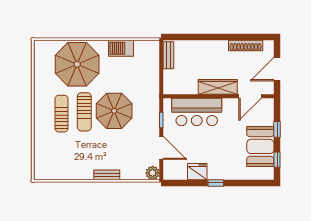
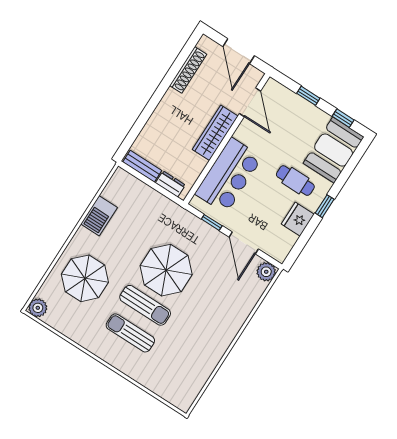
plant: (40, 47) -> (38, 308), added
parasol: (77, 64) -> (85, 278), width x0.73, depth x0.73
dresser: (169, 80) -> (170, 184), added
booth: (260, 146) -> (334, 150), moved, turned 90
door: (161, 148) -> (244, 243), swing flipped
cafe table: (220, 155) -> (295, 181), added
bench: (107, 175) -> (235, 326), removed

